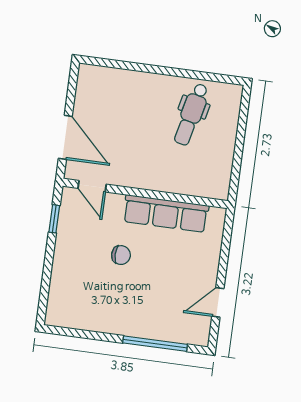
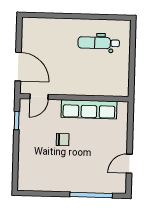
dental chair: (191, 114) -> (99, 43), turned 77
door: (92, 186) -> (39, 97), hinge flipped

